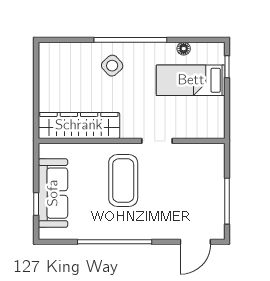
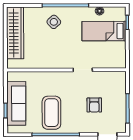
wardrobe: (79, 125) -> (15, 33), moved, turned 90
coffee table: (123, 180) -> (51, 113), moved
armchair: (175, 196) -> (94, 105), added

